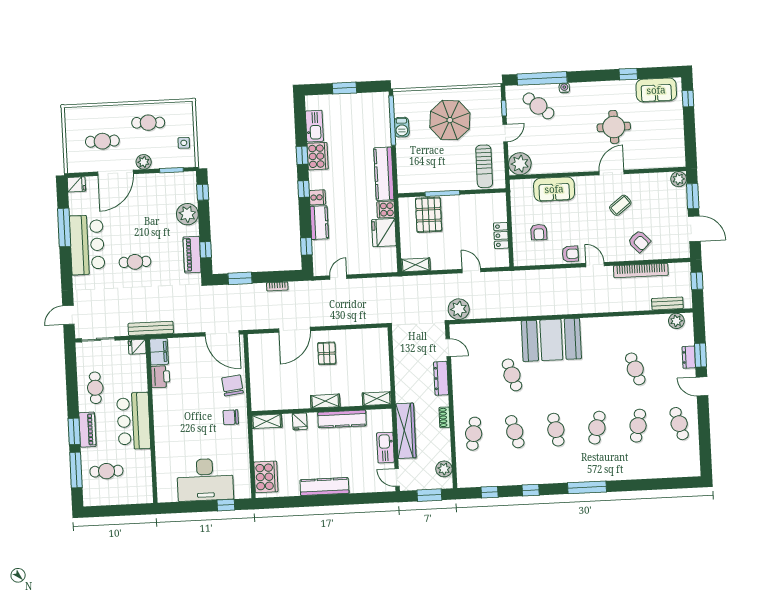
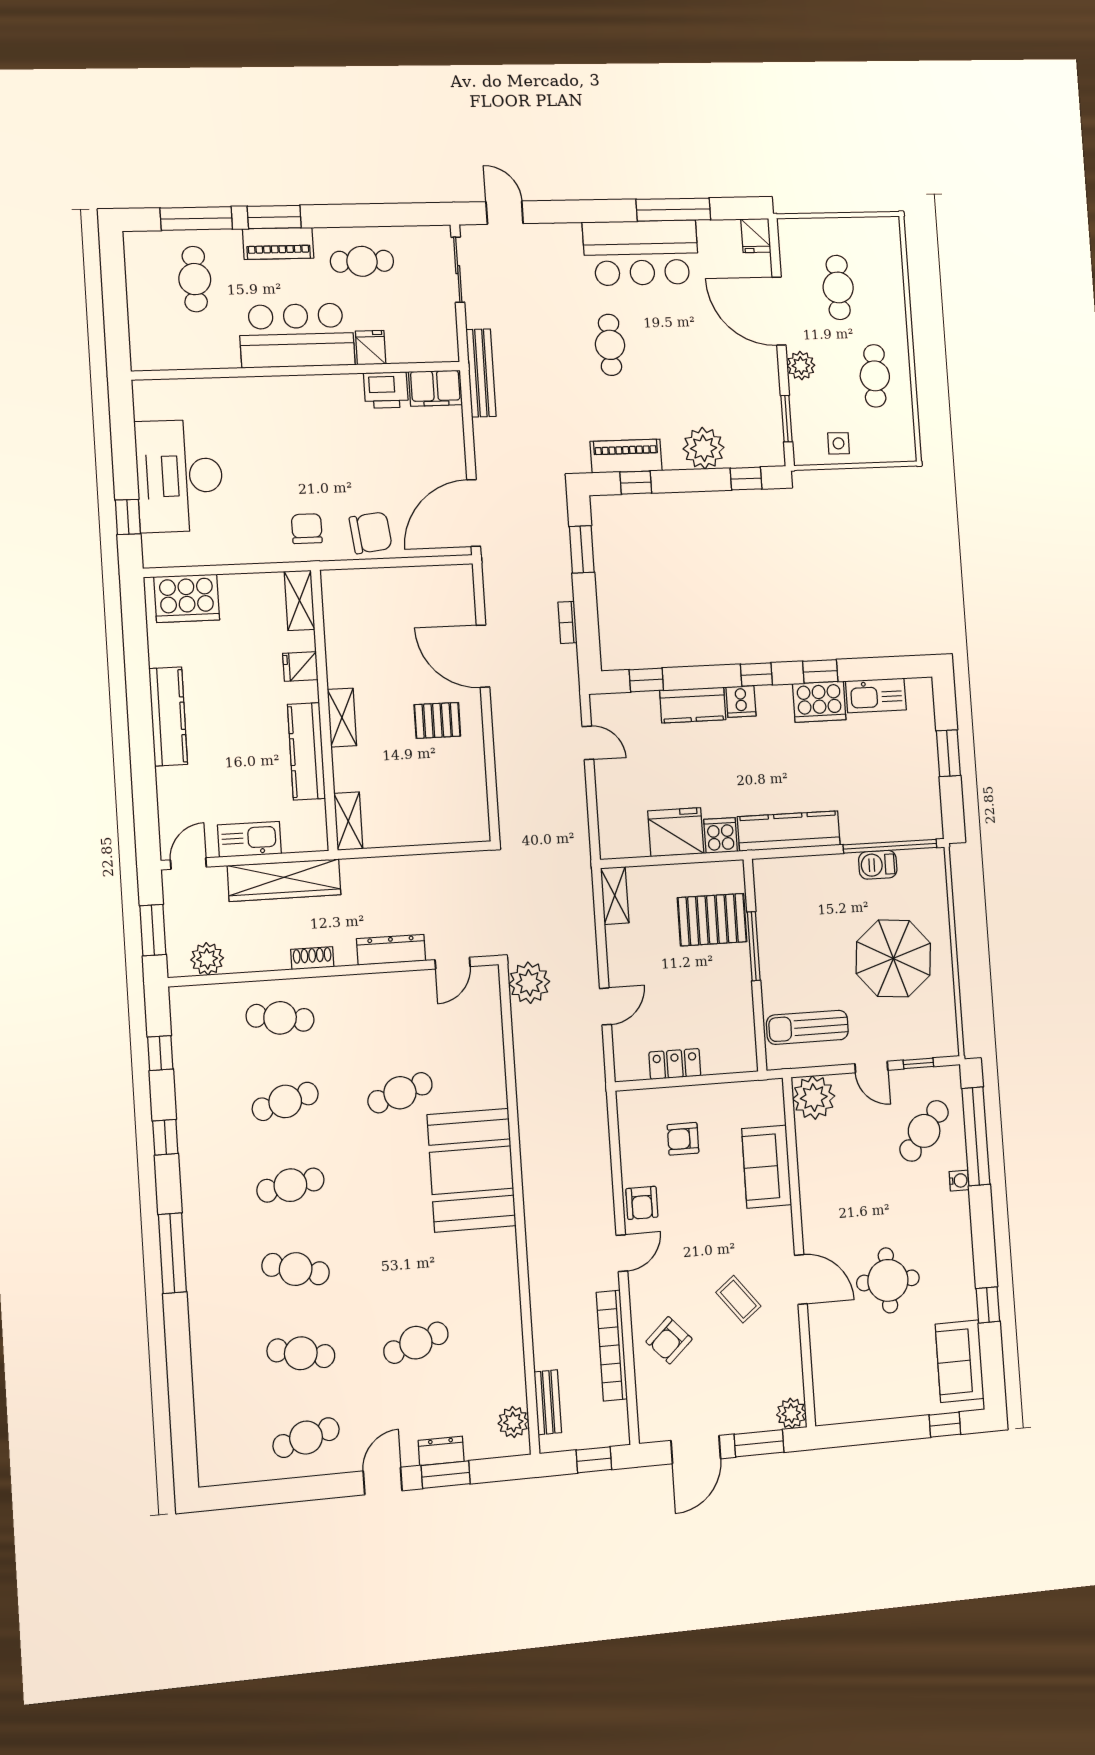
fridge: (137, 347) -> (371, 348), moved

